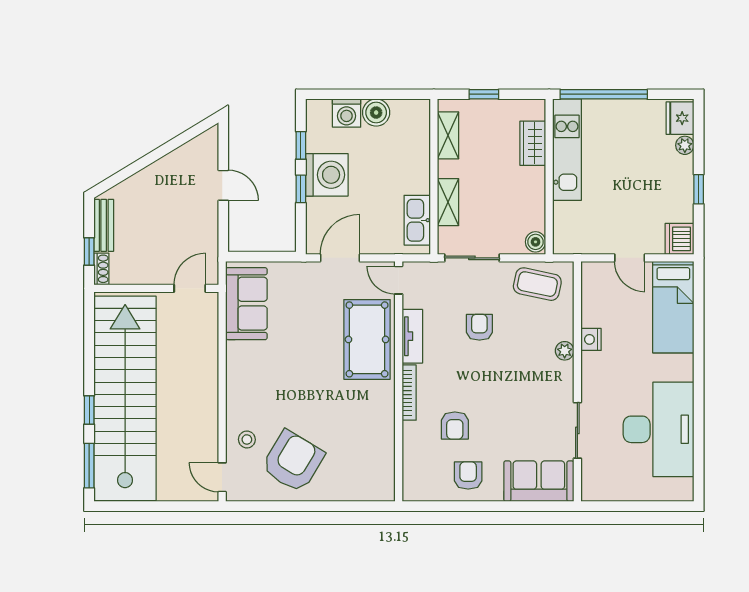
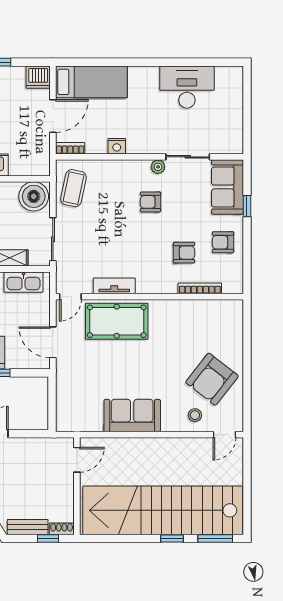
boiler: (536, 242) -> (34, 196), width x1.86, depth x1.86
door: (630, 258) -> (53, 116), width x1.38
bookcase: (588, 280) -> (70, 148), added
door: (190, 288) -> (77, 460), swing flipped
sofa: (246, 304) -> (132, 416), moved
armchair: (479, 327) -> (151, 202), moved
plant: (565, 351) -> (158, 167), moved
bookcase: (409, 393) -> (200, 288), moved
desk: (659, 429) -> (187, 87), width x0.73, depth x0.77
armchair: (293, 461) -> (212, 379), turned -83
window: (514, 506) -> (247, 206), added

